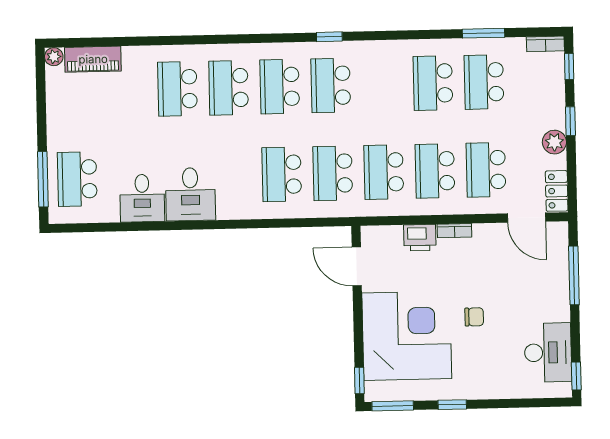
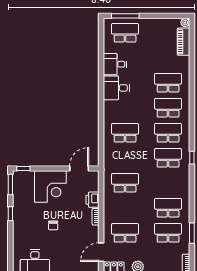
school desk: (435, 171) -> (125, 208), removed
school desk: (333, 173) -> (125, 158), removed
corner desk: (407, 336) -> (50, 187), width x0.74, depth x0.74

